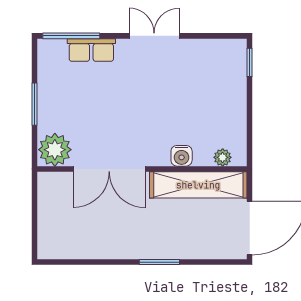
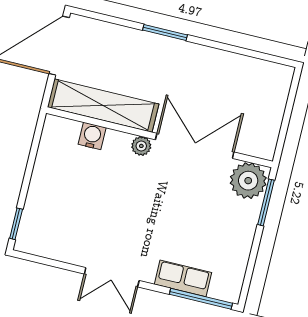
window: (34, 104) -> (266, 202), moved
water cooler: (182, 156) -> (92, 136), moved
plant: (223, 157) -> (141, 146), moved

